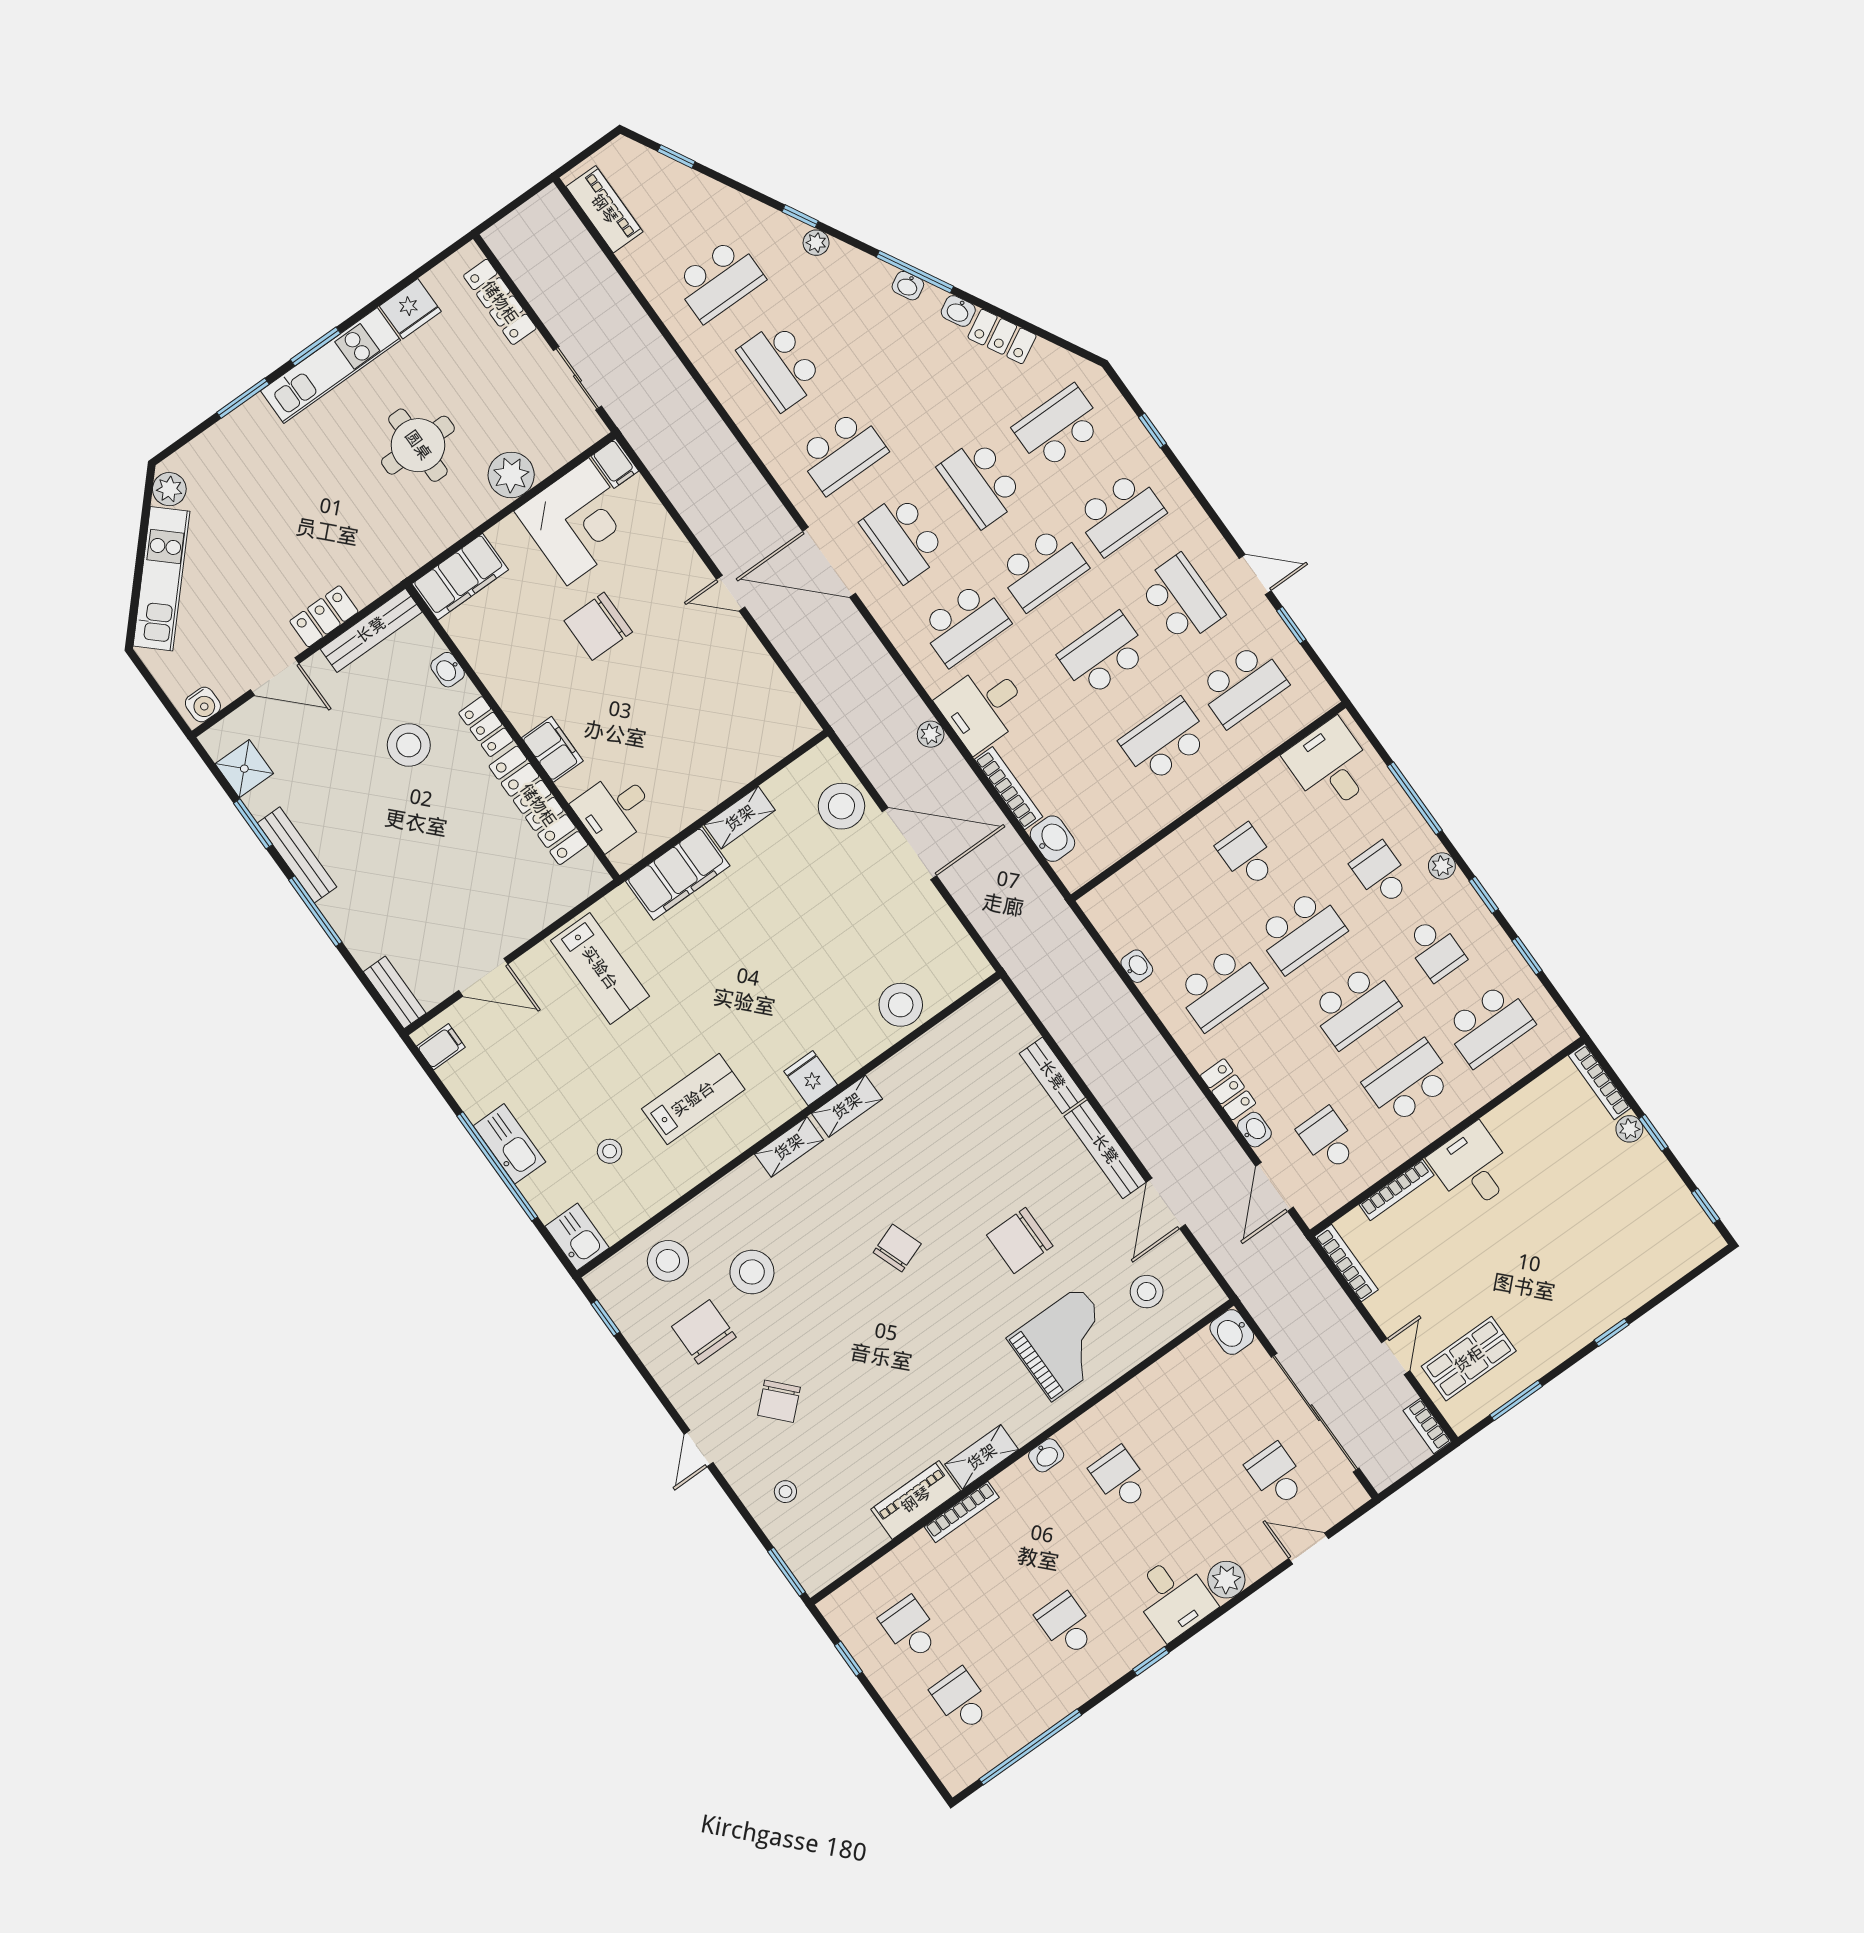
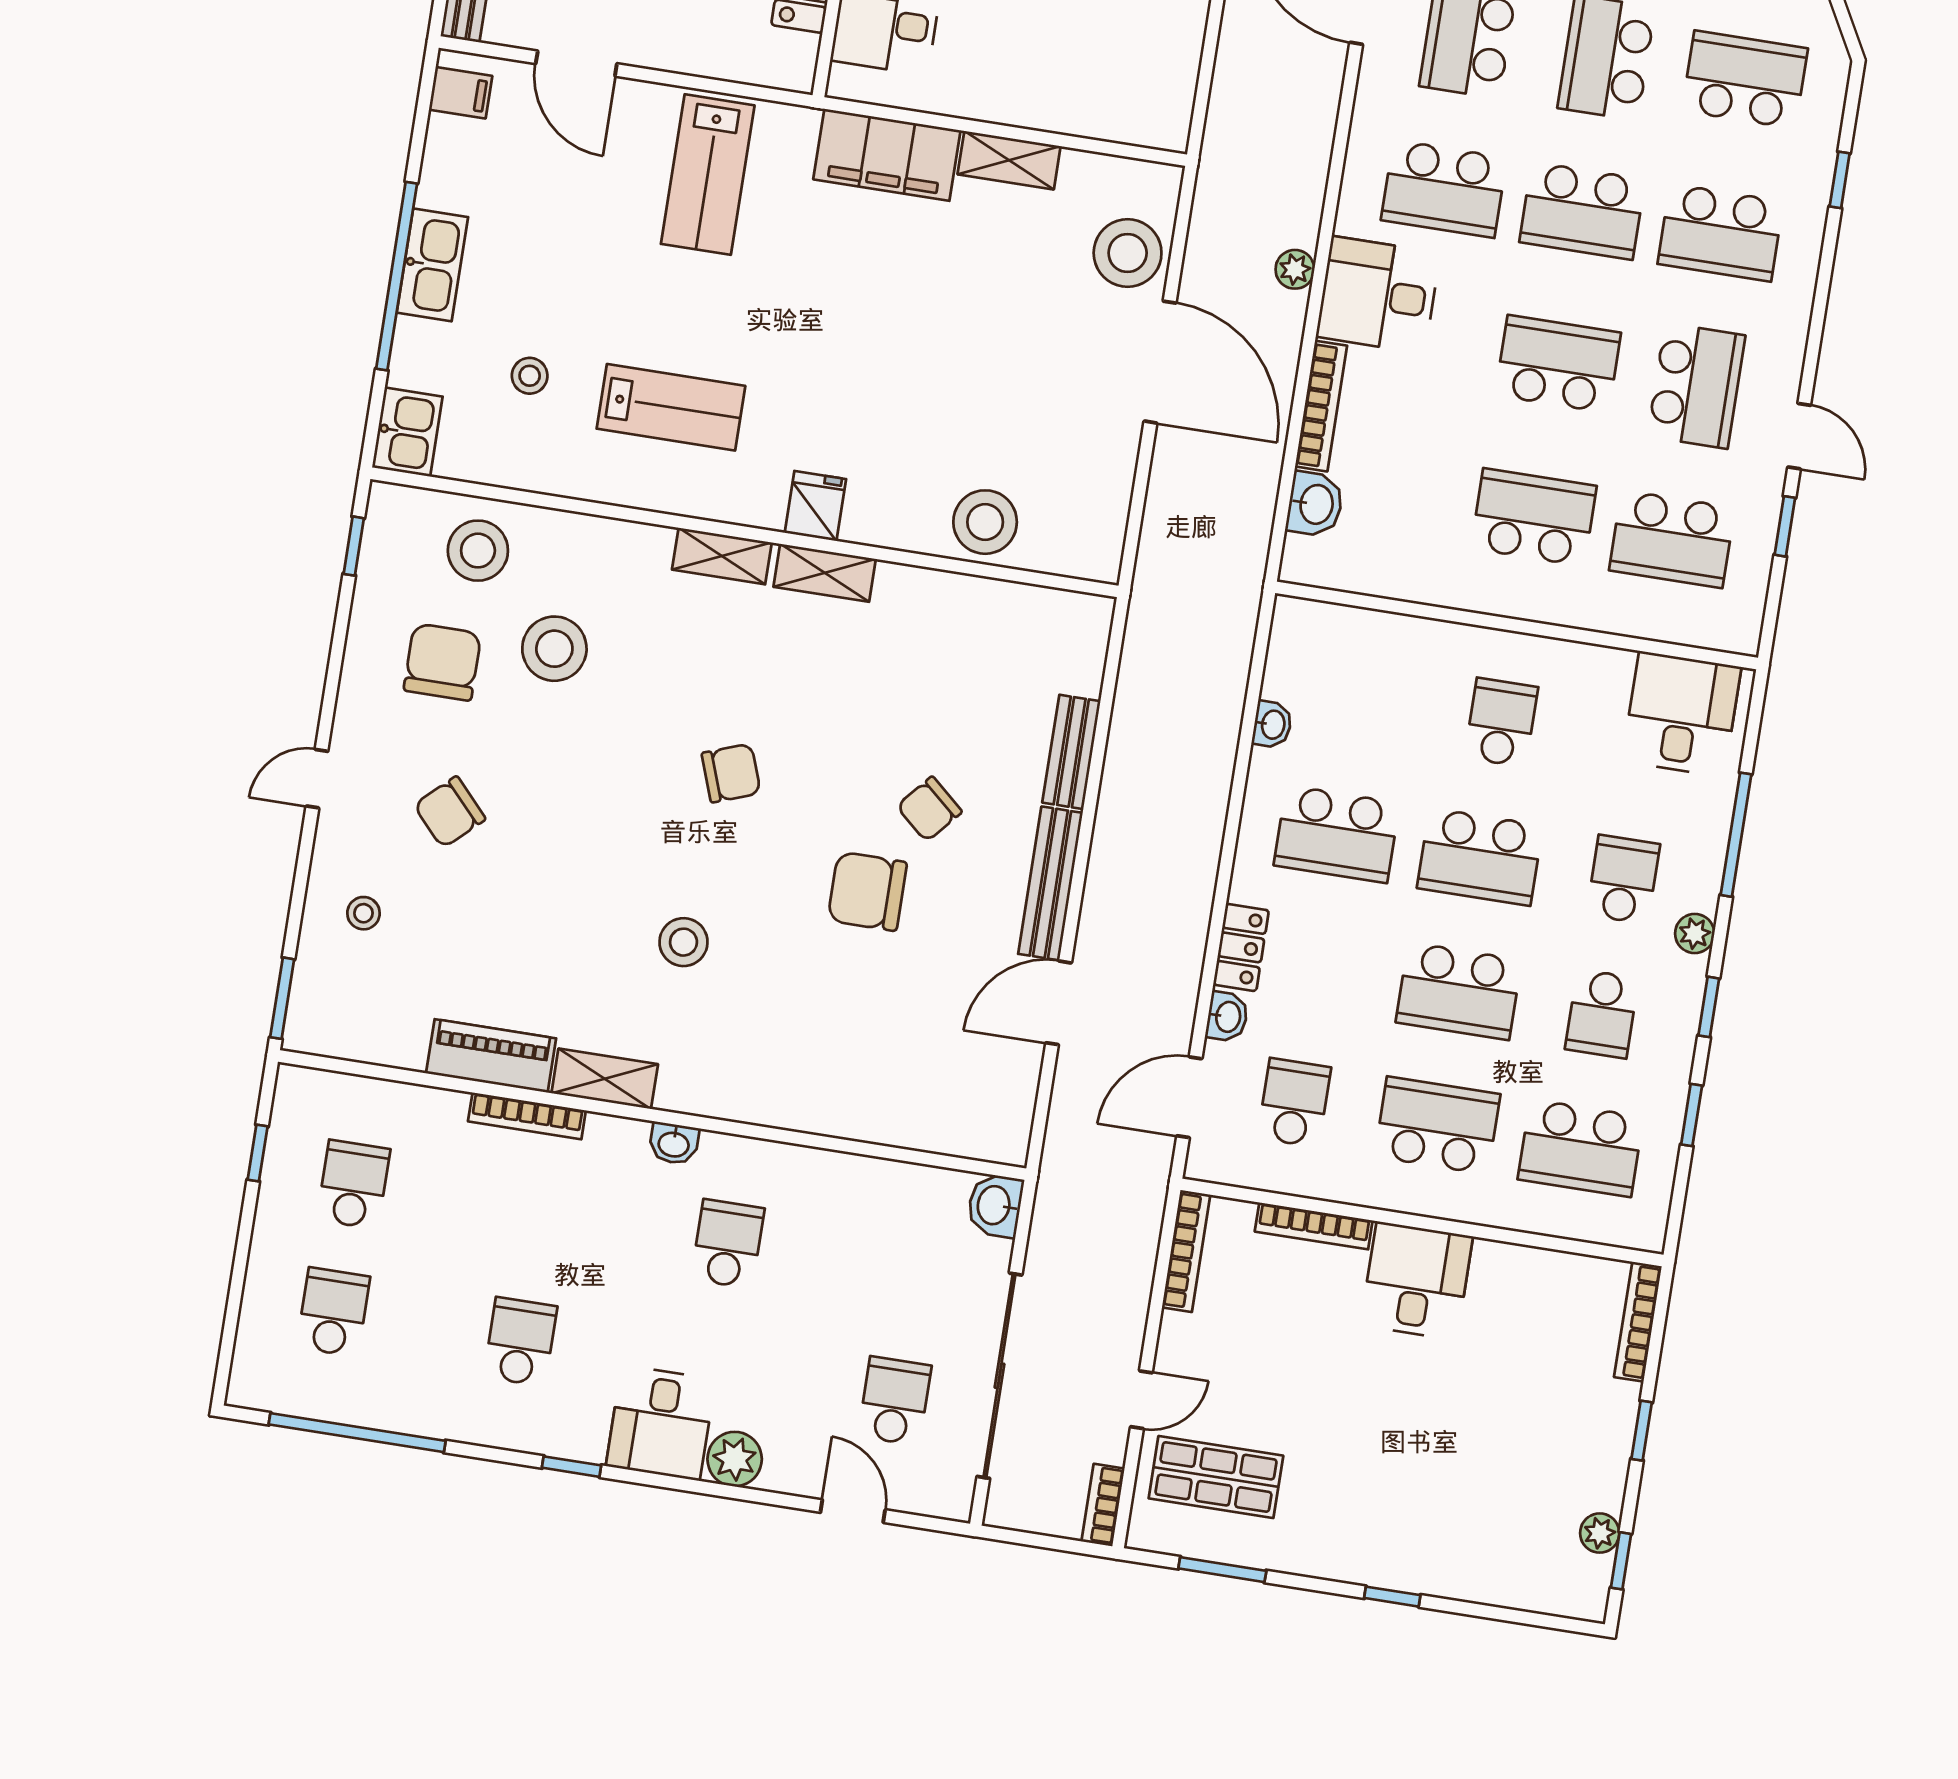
plant: (1629, 1129) -> (1600, 1533), moved
chair: (1011, 1171) -> (929, 809), added
stool: (1147, 1292) -> (683, 942), moved
grand piano: (1066, 1344) -> (809, 1047), removed

